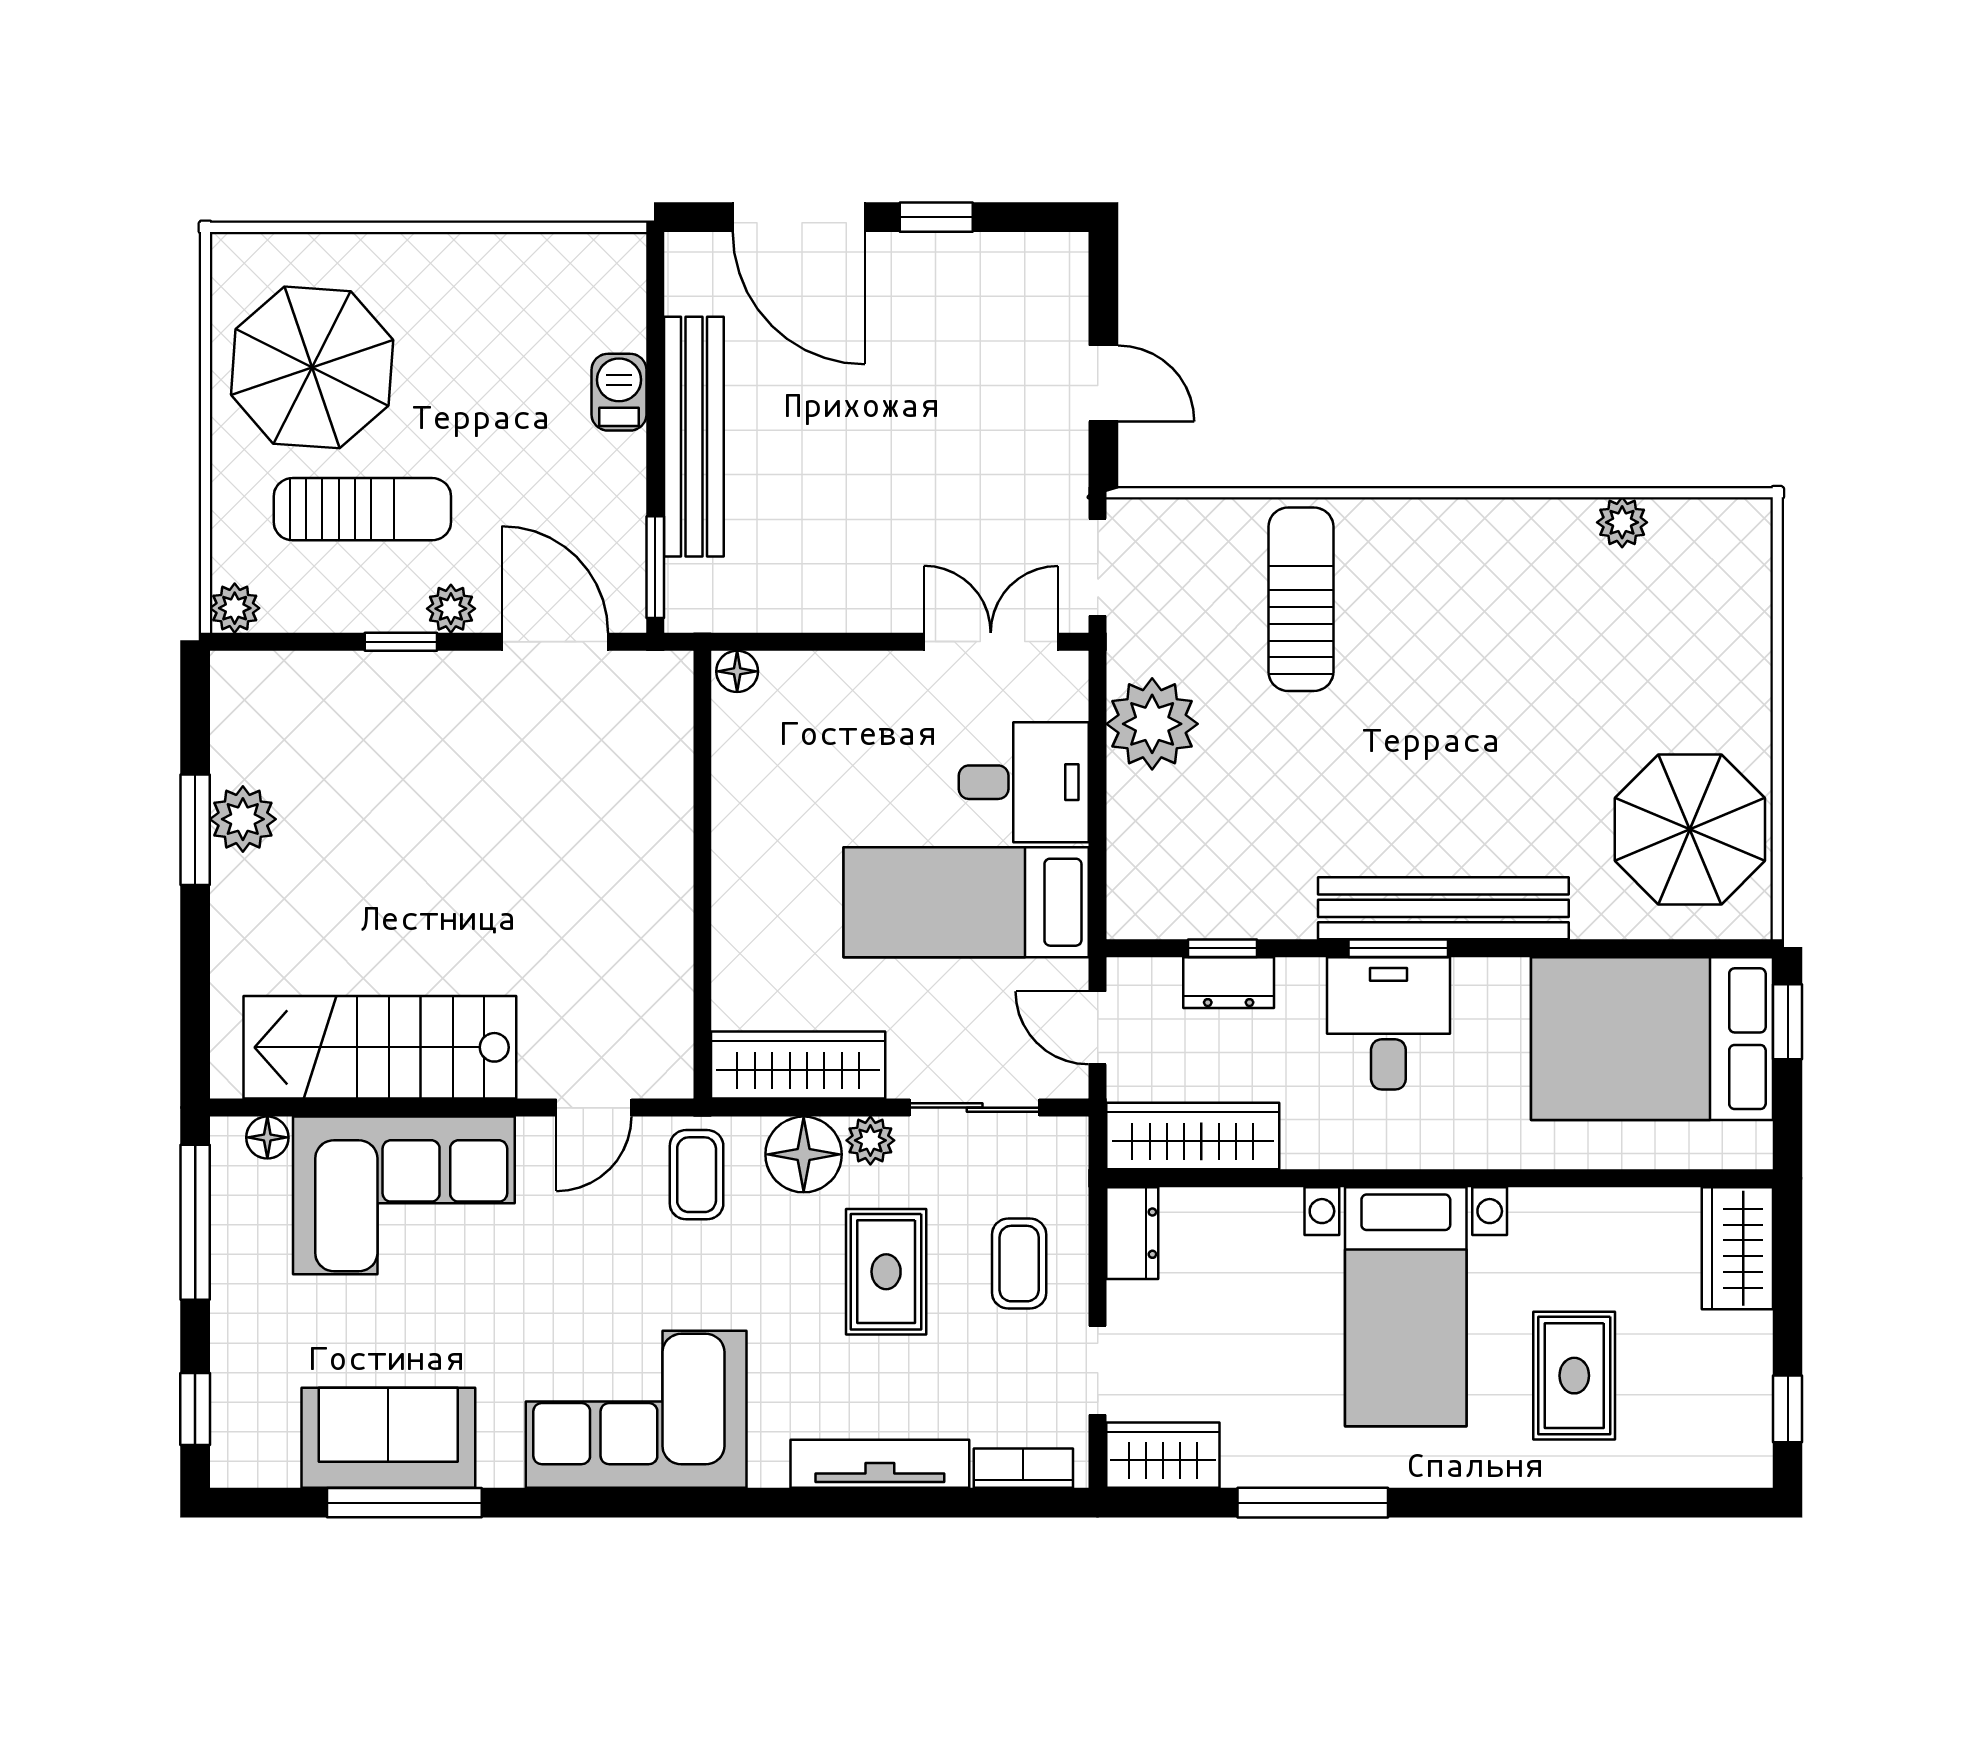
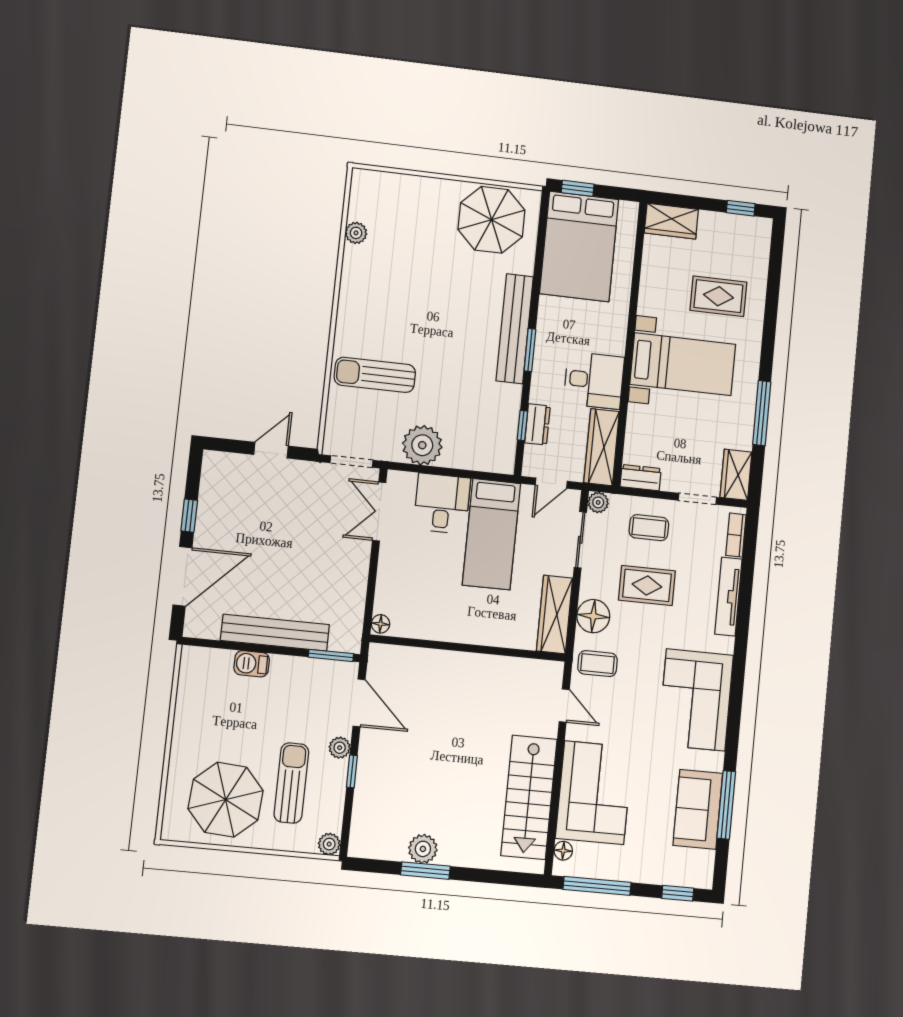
door: (555, 642) -> (359, 703), swing flipped
desk: (1388, 1023) -> (594, 380), moved, turned 180
plant: (870, 1140) -> (598, 502), moved

